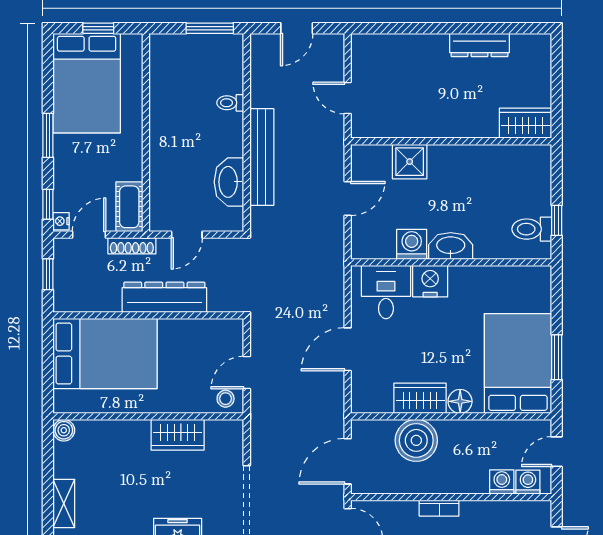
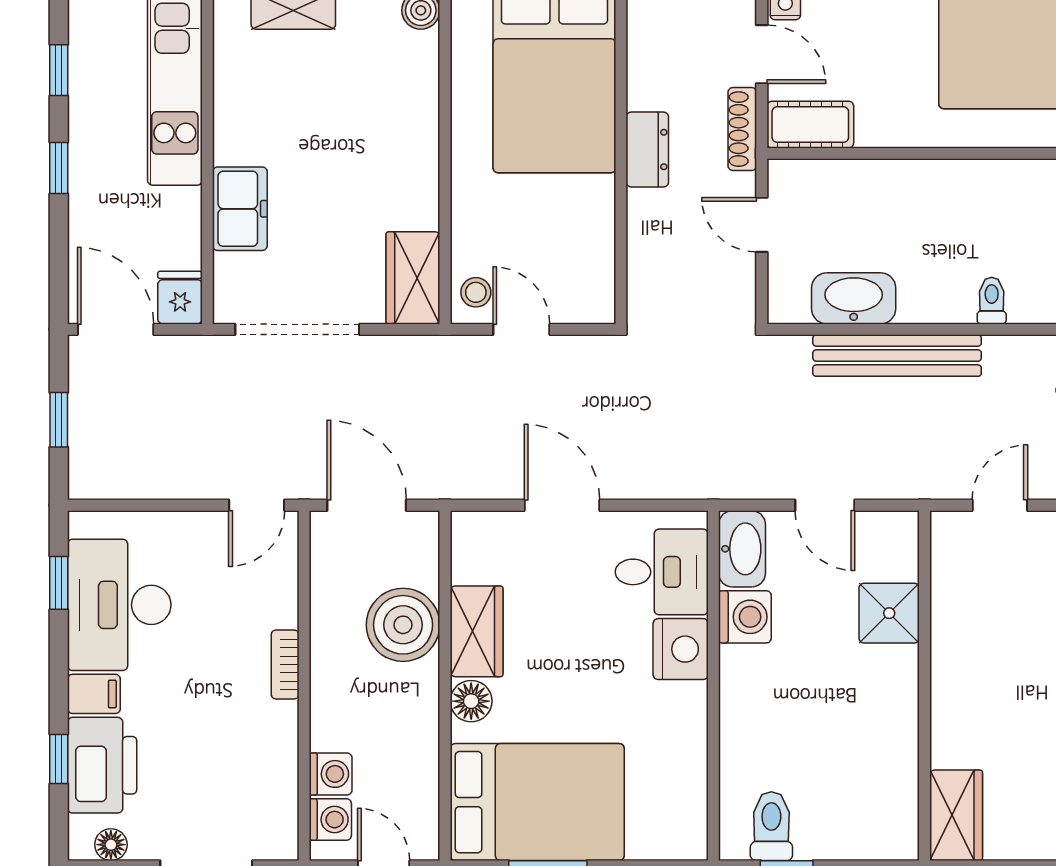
washbasin: (451, 246) -> (742, 549), moved
dresser: (164, 297) -> (647, 150), width x0.51, depth x0.80
wardrobe: (178, 435) -> (413, 278), moved

